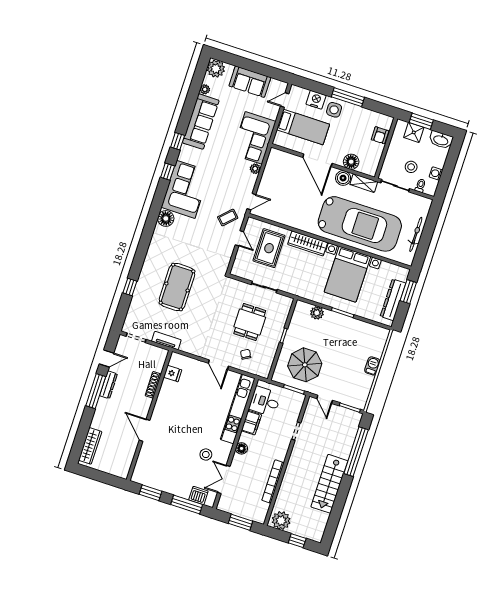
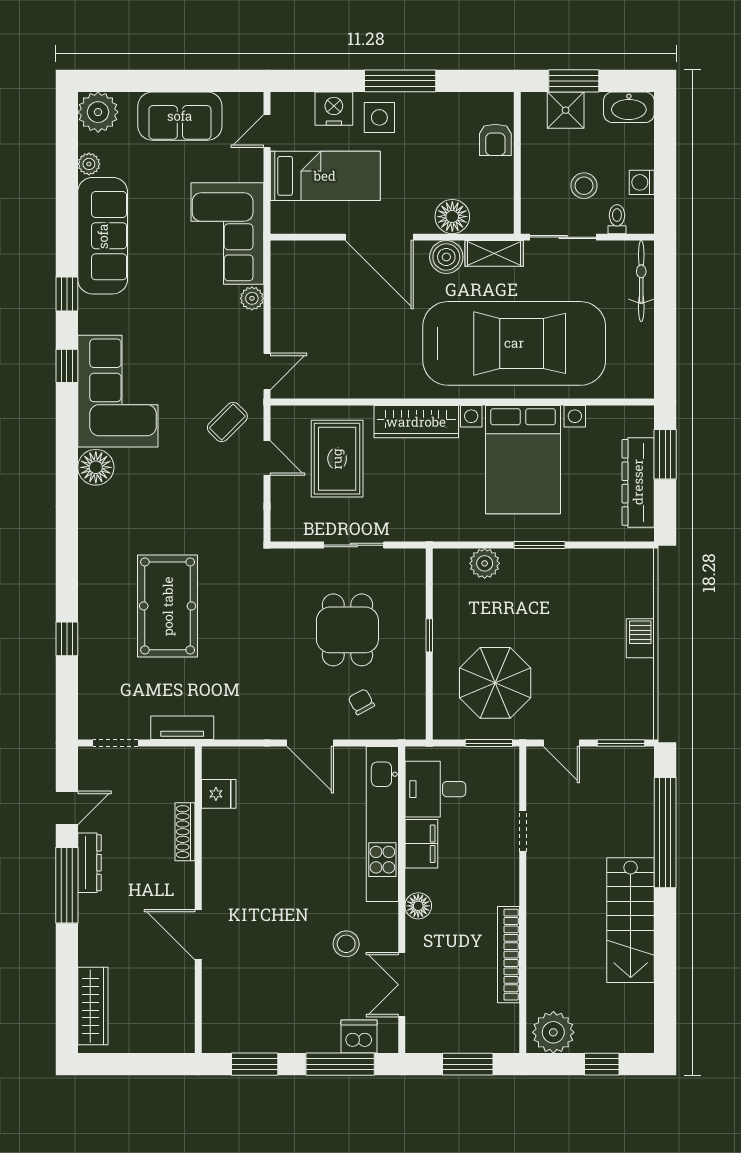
bicycle: (416, 234) -> (641, 281), moved

